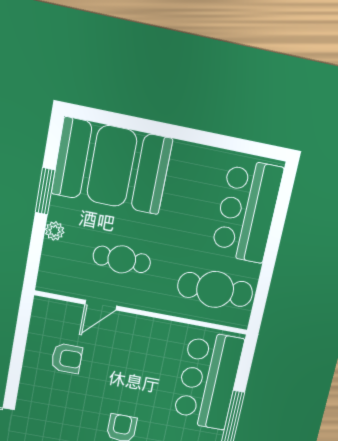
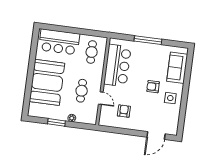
booth: (112, 166) -> (47, 82), moved
cafe table: (215, 289) -> (92, 52), width x0.73, depth x0.74
bar counter: (208, 380) -> (117, 65), moved, turned -90

